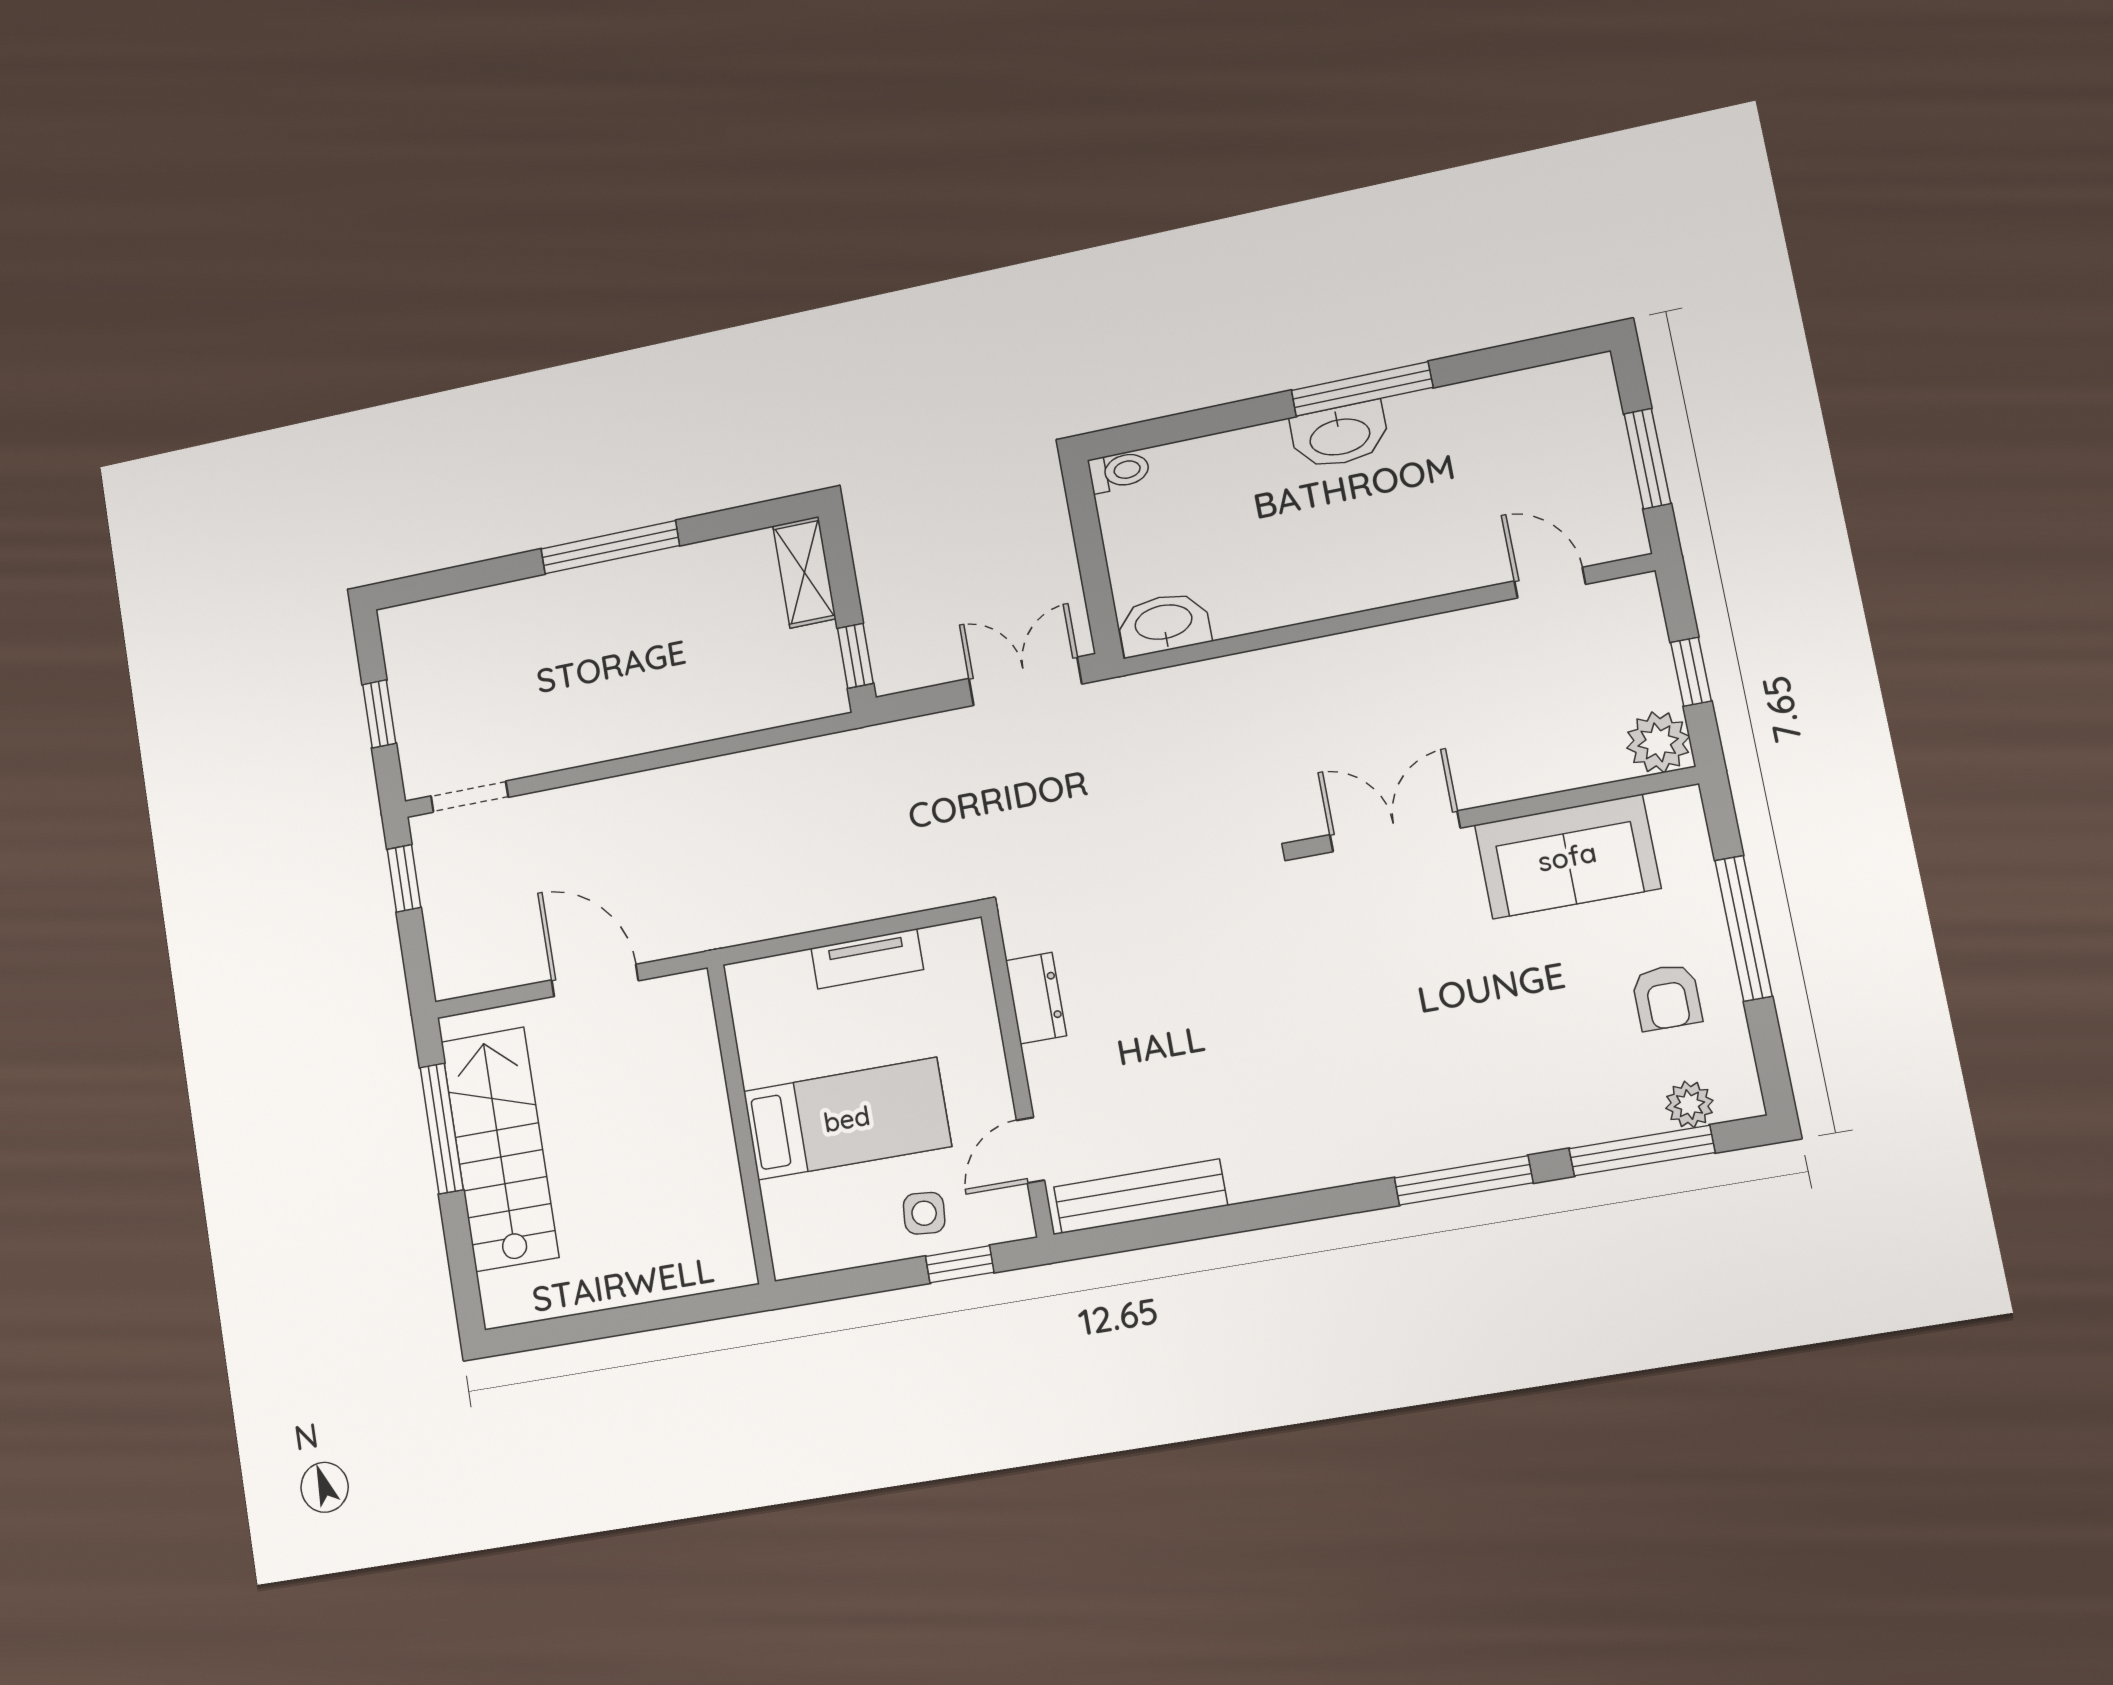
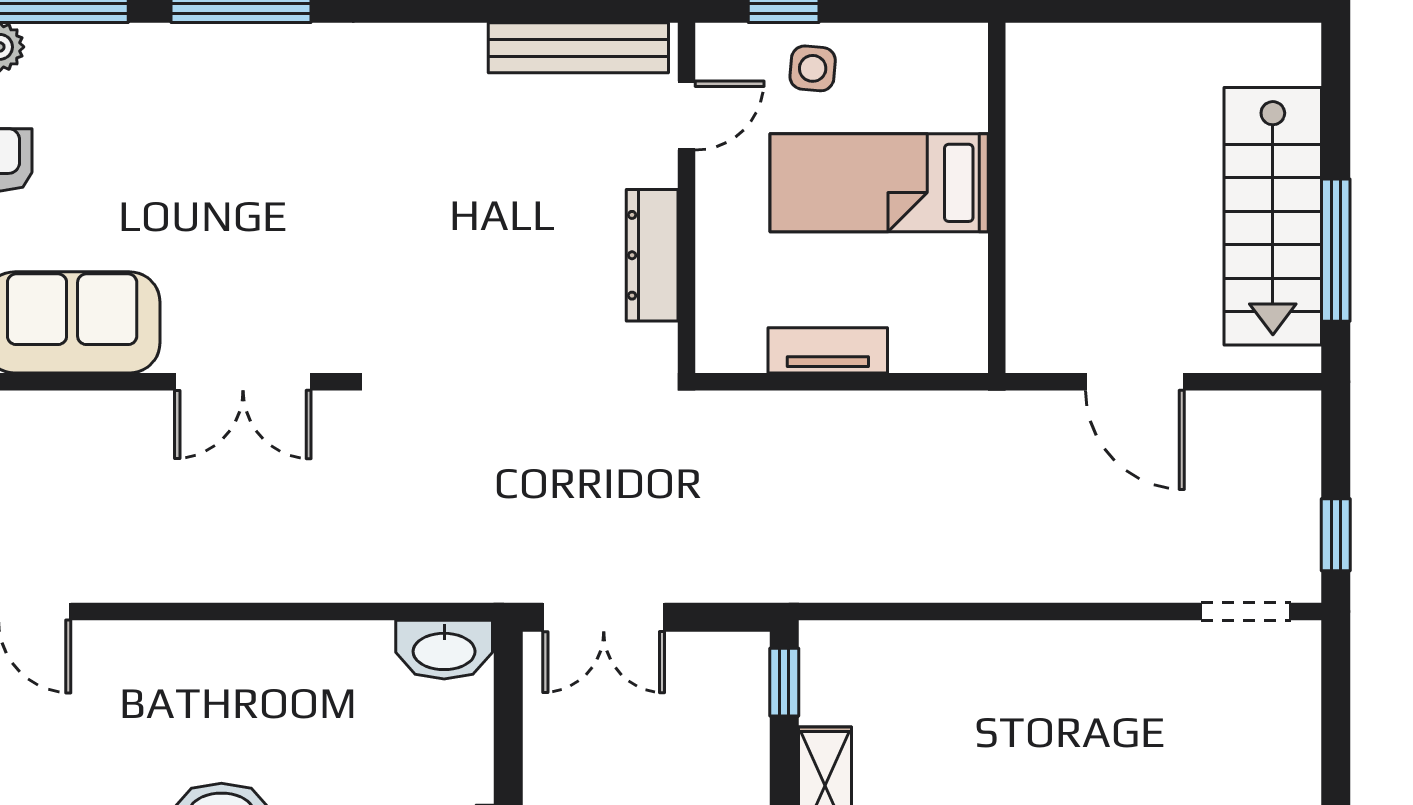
window: (379, 714) -> (1336, 725), removed
dresser: (1036, 998) -> (652, 255), width x1.44

